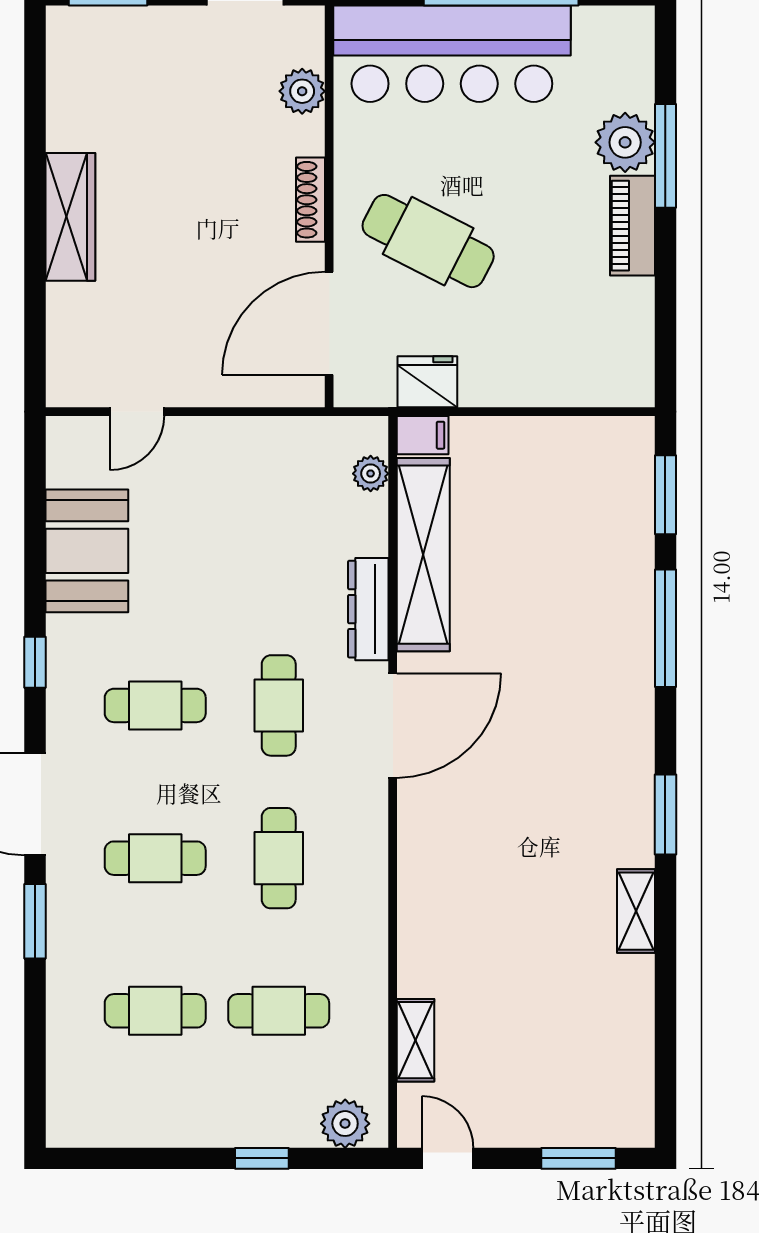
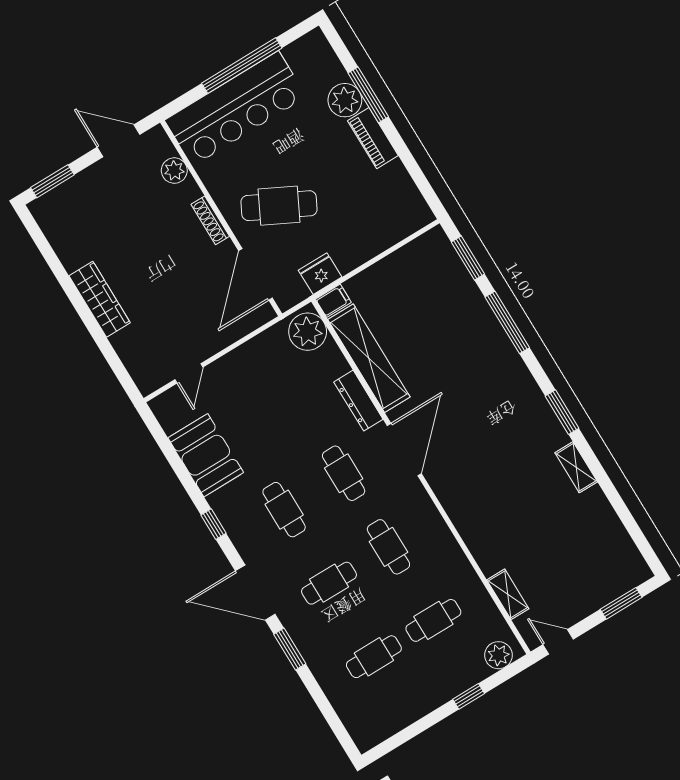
plant: (371, 474) -> (308, 332), width x1.87, depth x1.87
cafe table: (155, 705) -> (284, 510), turned 90

